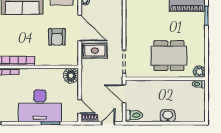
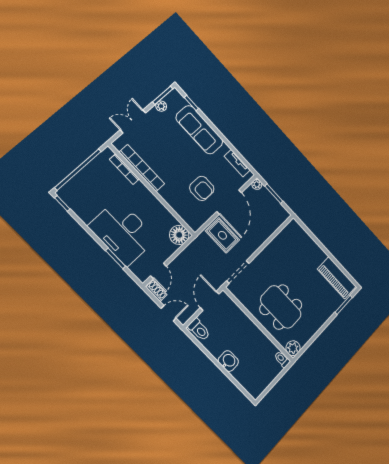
armchair: (57, 37) -> (202, 188), turned -90

